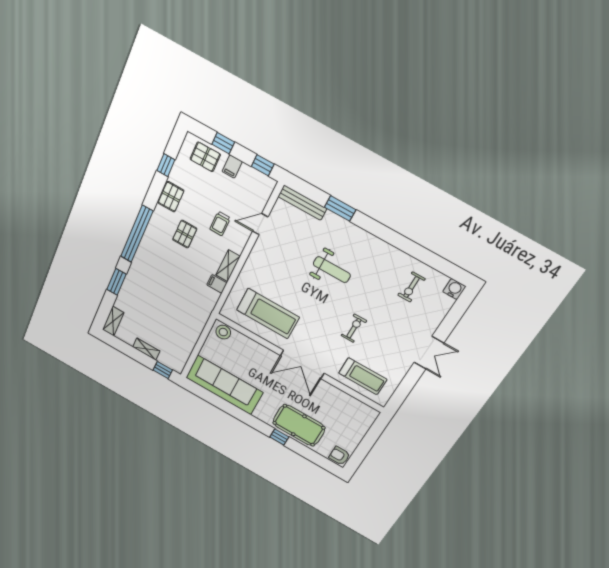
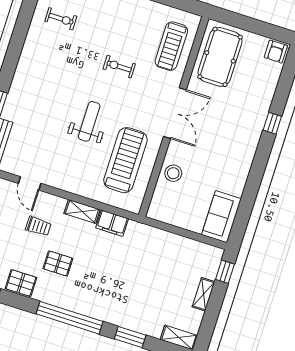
weight bench: (332, 270) -> (89, 121), moved
filing cabinet: (217, 284) -> (112, 223), width x2.00
stool: (223, 332) -> (173, 173), moved
treadmill: (363, 376) -> (171, 46), turned 180
sofa: (224, 385) -> (221, 217), width x0.54, depth x0.79
pool table: (299, 425) -> (220, 57), moved

